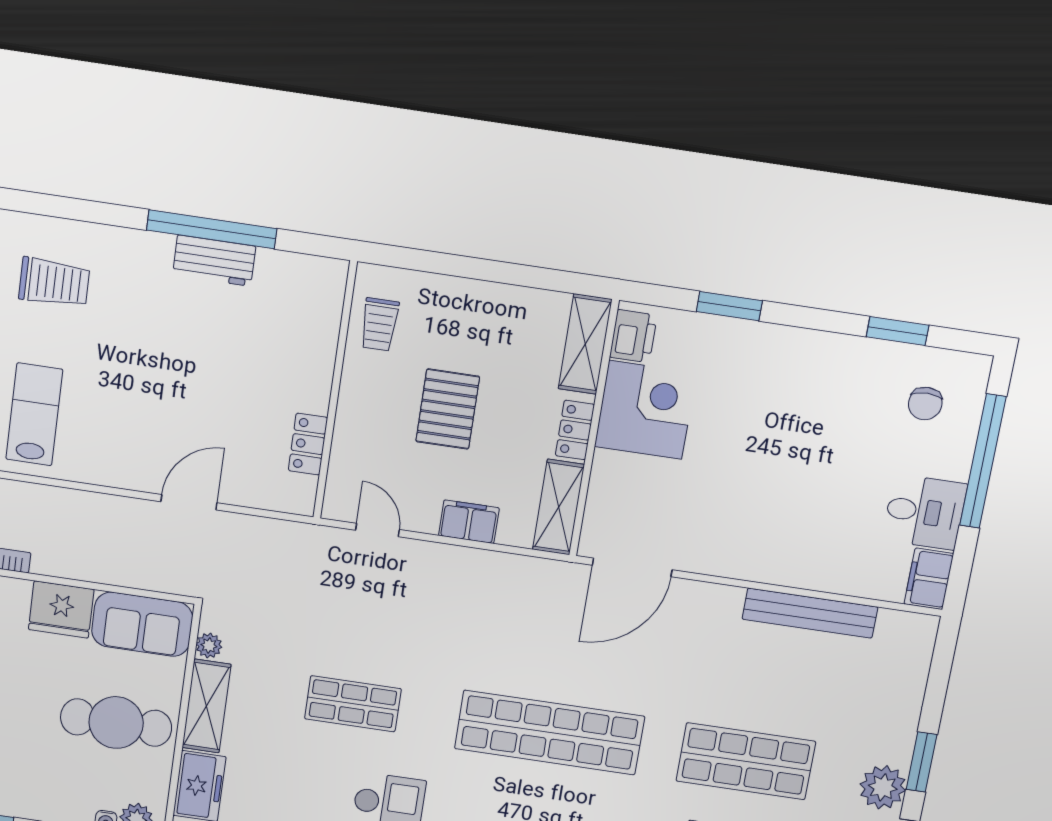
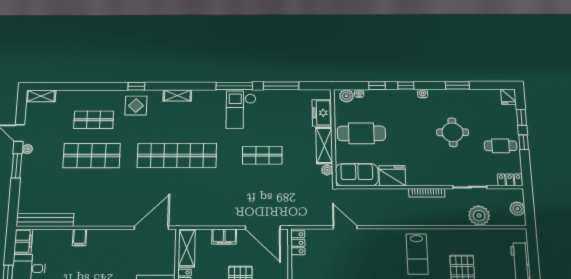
locker: (308, 444) -> (298, 243), moved
door: (189, 502) -> (345, 227), swing flipped
door: (377, 530) -> (263, 227), width x1.88
filing cabinet: (800, 569) -> (79, 237), added
bench: (810, 613) -> (45, 220), moved
plant: (883, 787) -> (27, 149), width x0.53, depth x0.53

